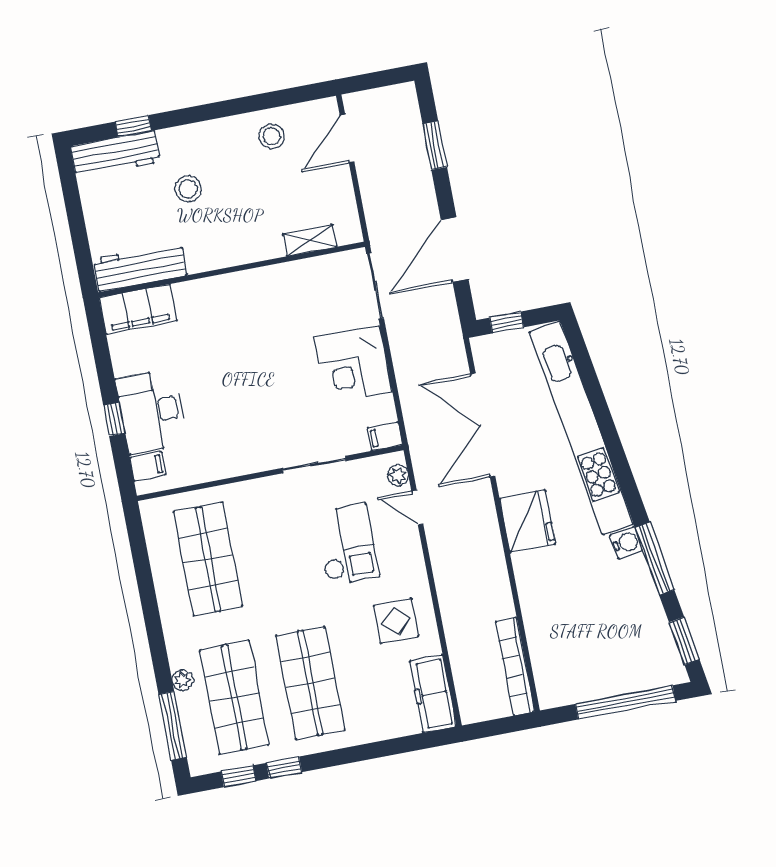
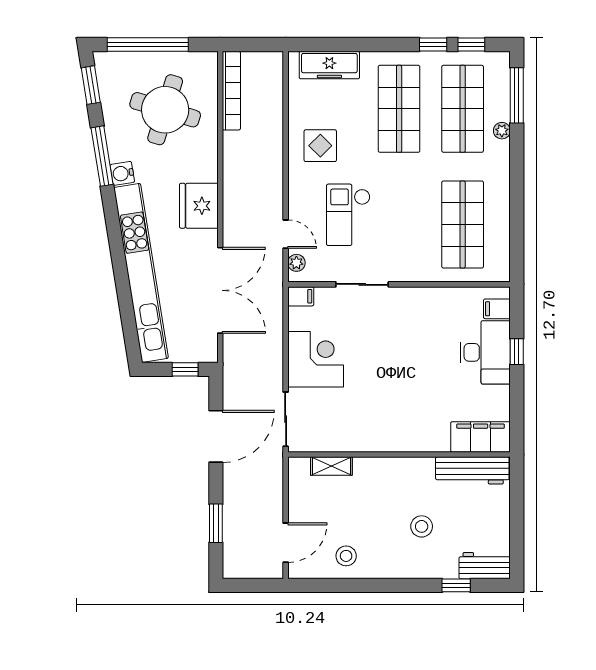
workbench: (115, 154) -> (485, 566), width x0.73
round table: (590, 628) -> (165, 110), added
freezer: (433, 694) -> (329, 65), moved, turned 90

